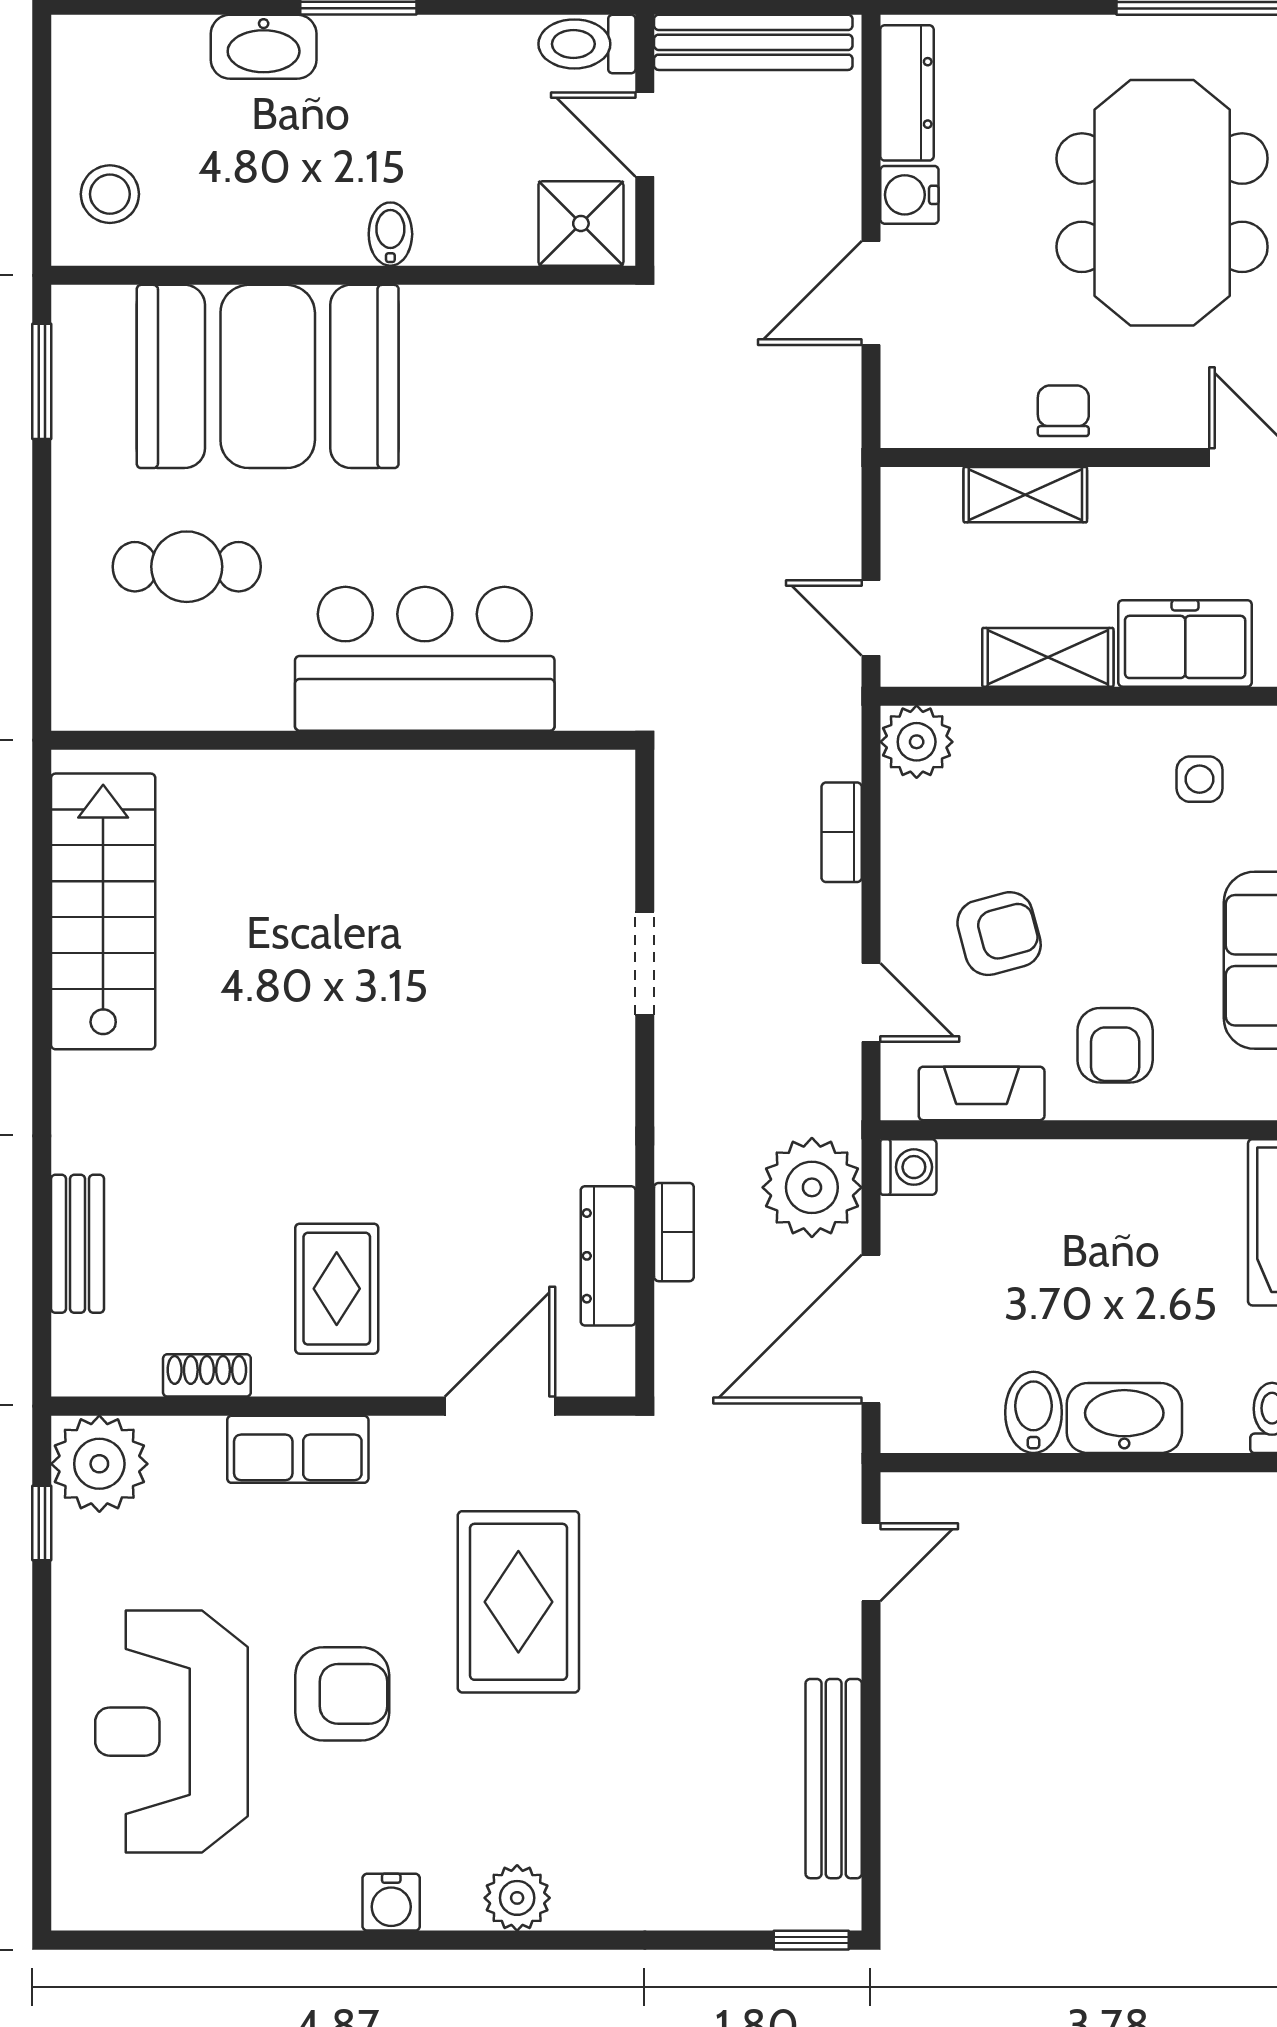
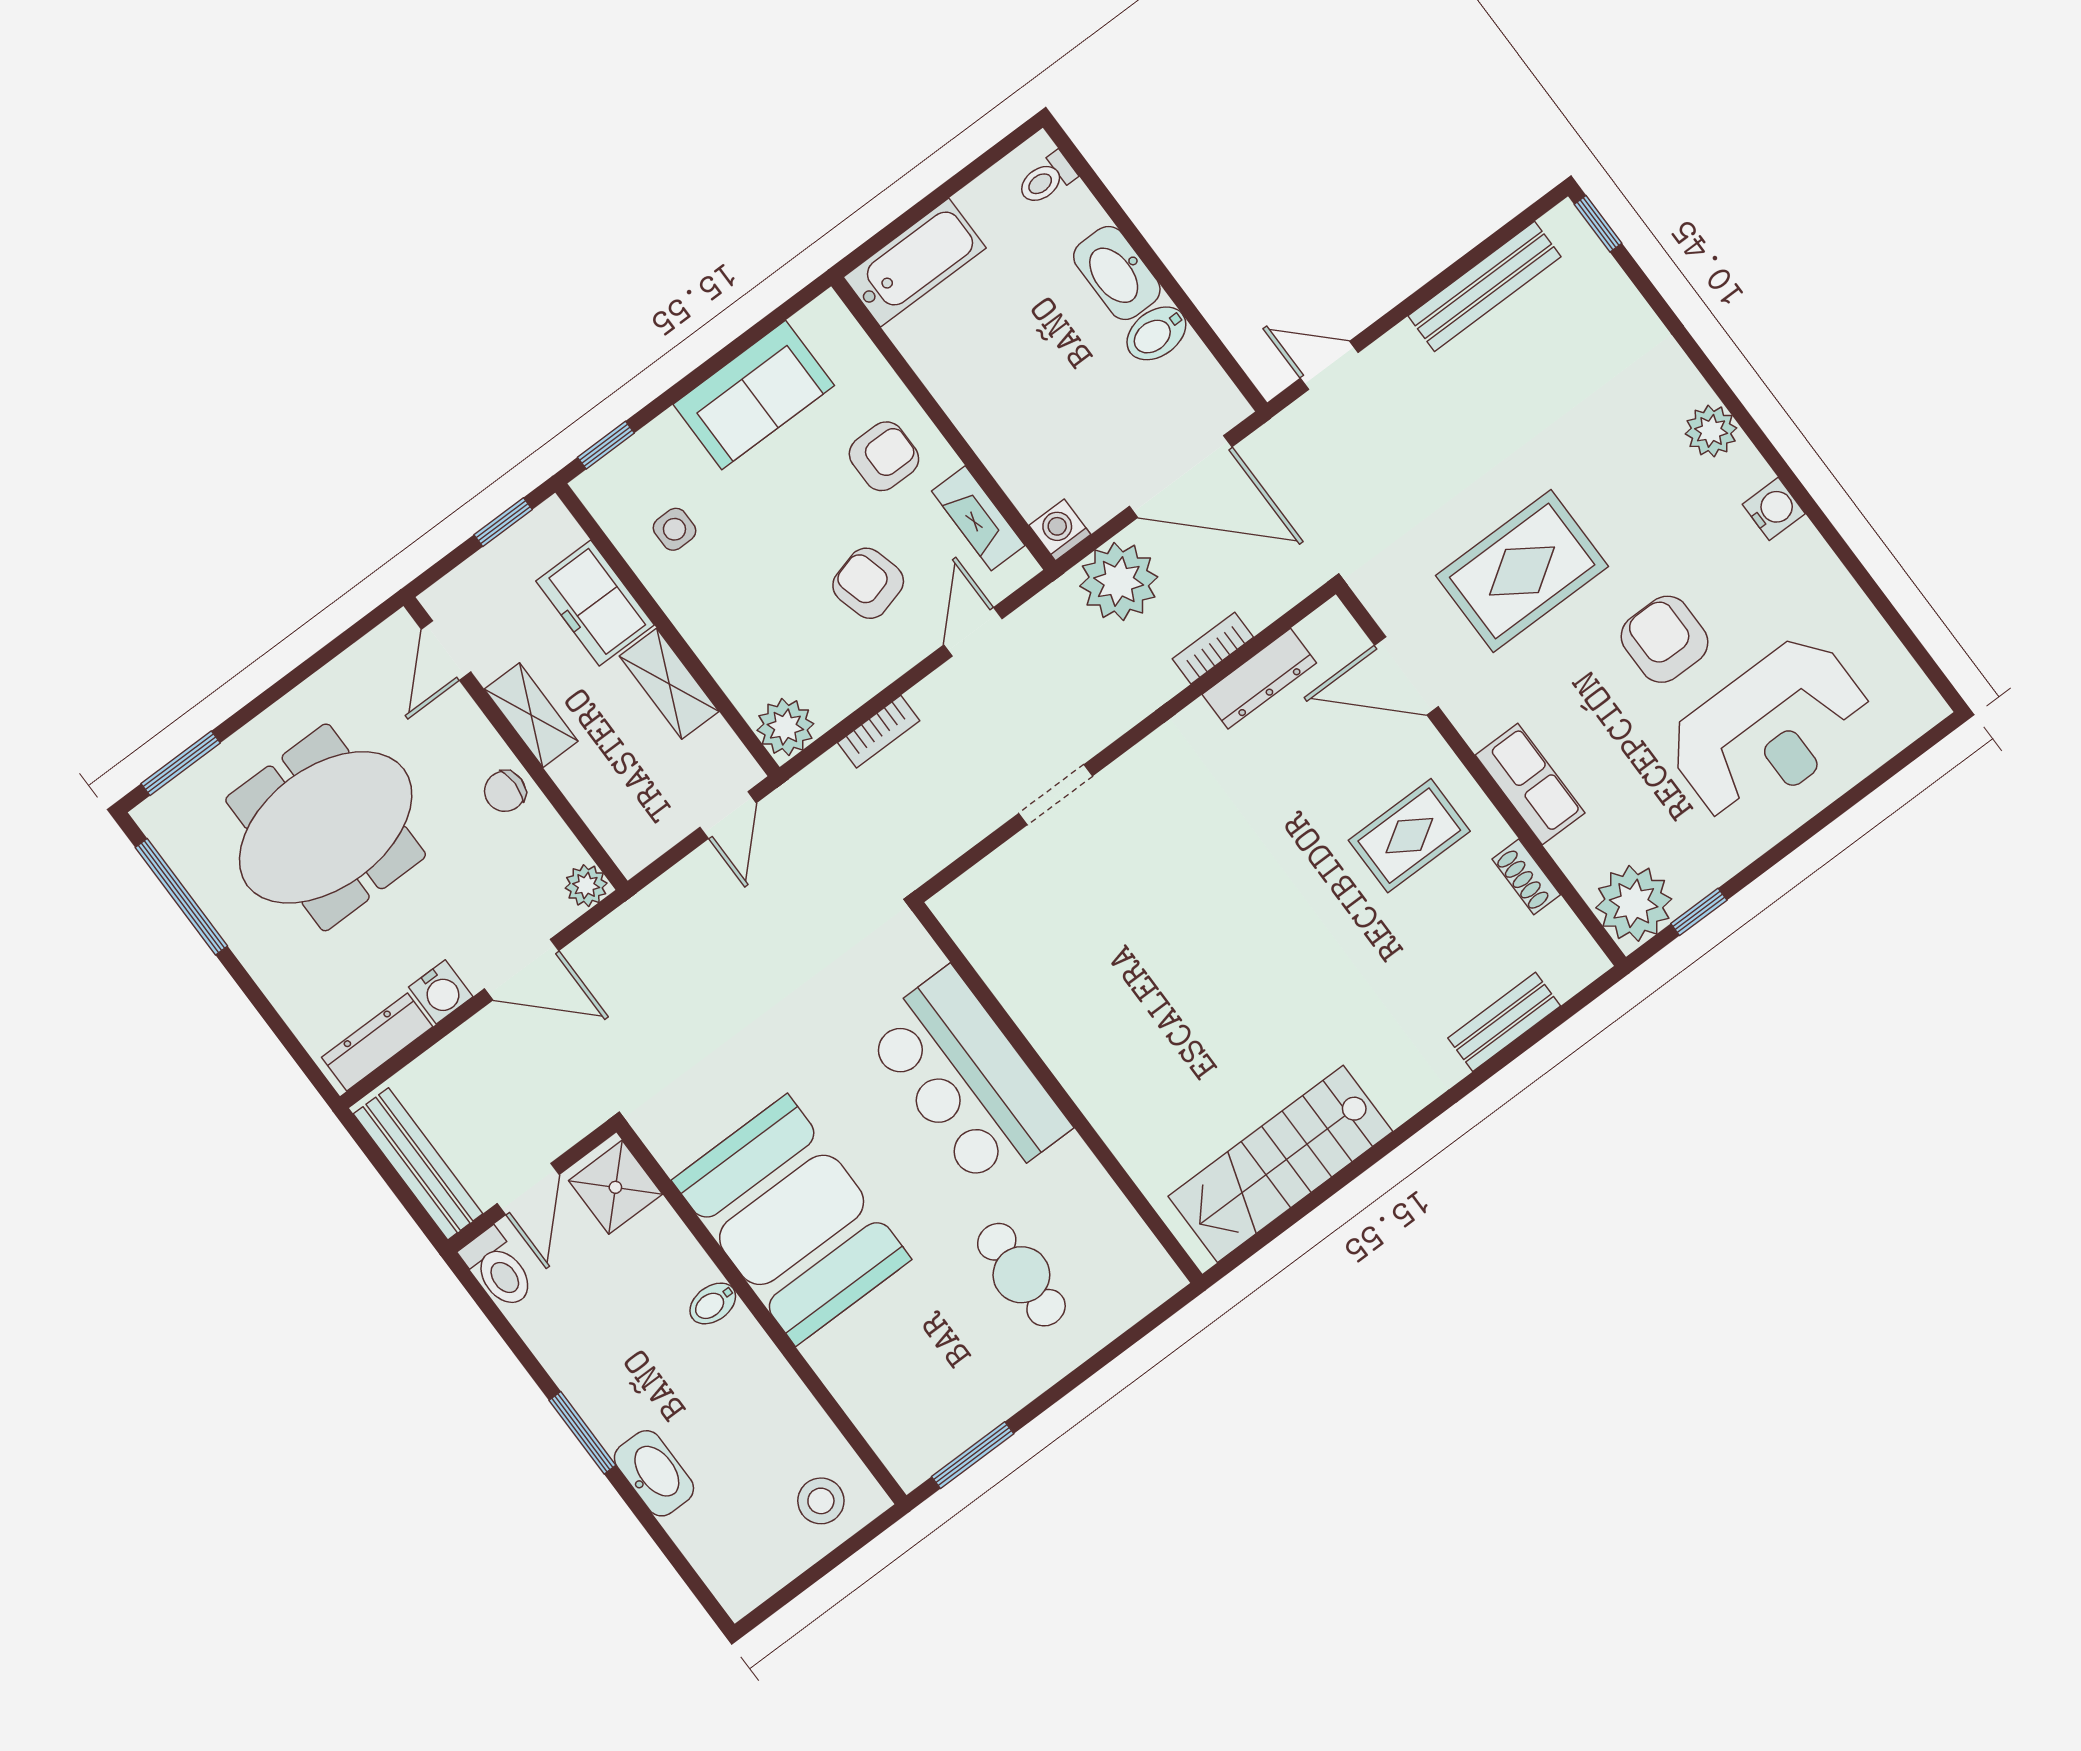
booth: (268, 376) -> (792, 1220), moved
plant: (907, 421) -> (586, 886), added
shelving: (1025, 495) -> (531, 715), moved

